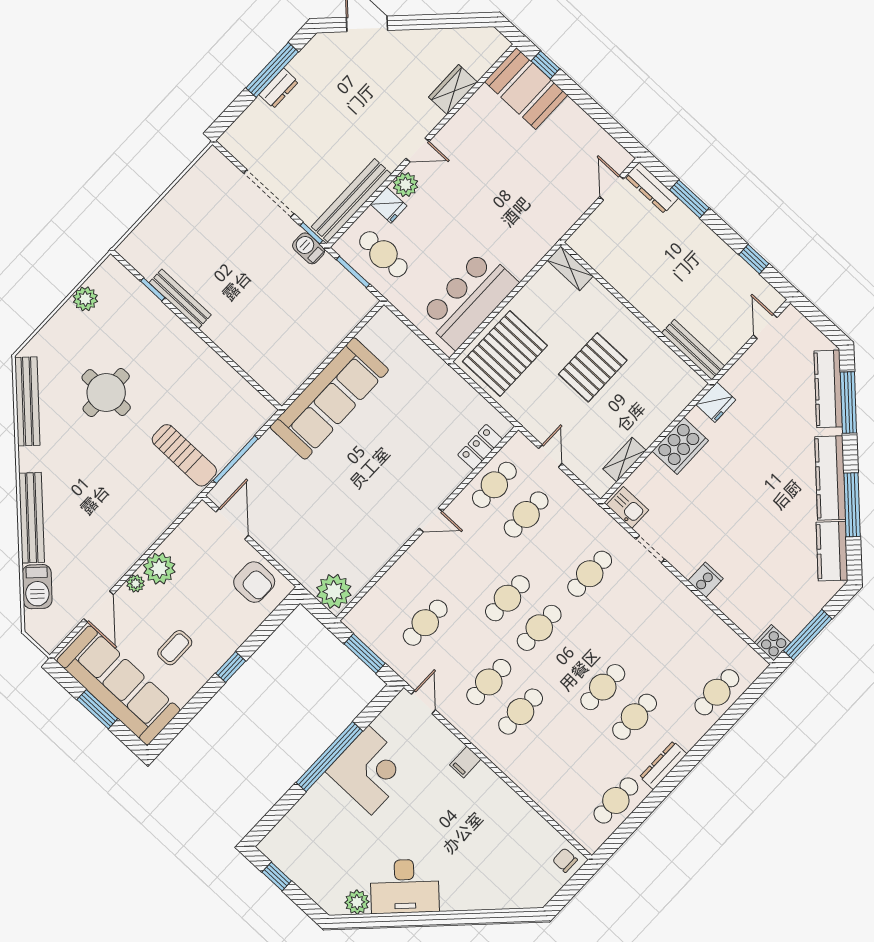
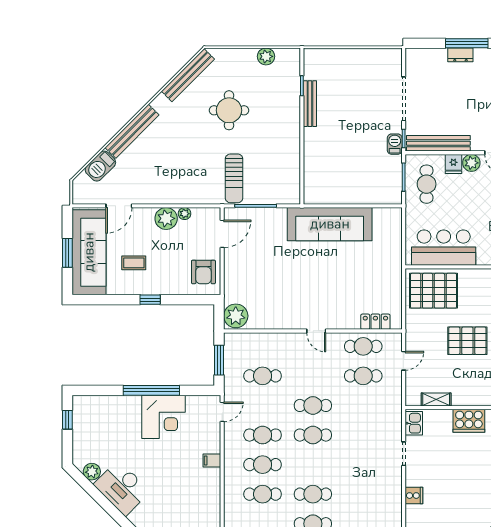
cafe table: (590, 574) -> (263, 494), moved
plant: (136, 584) -> (185, 214), moved

